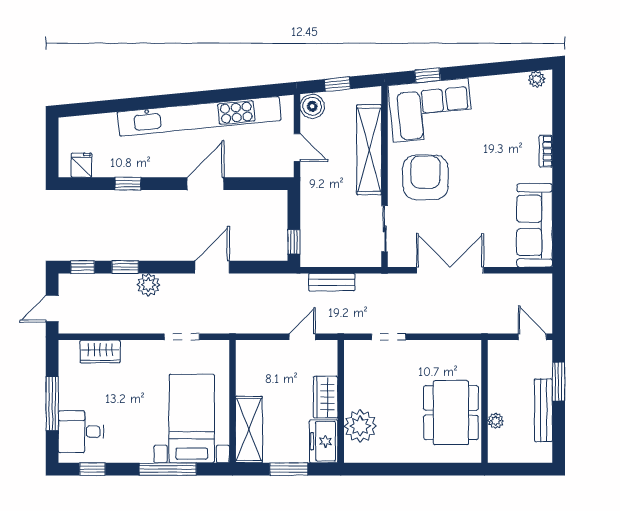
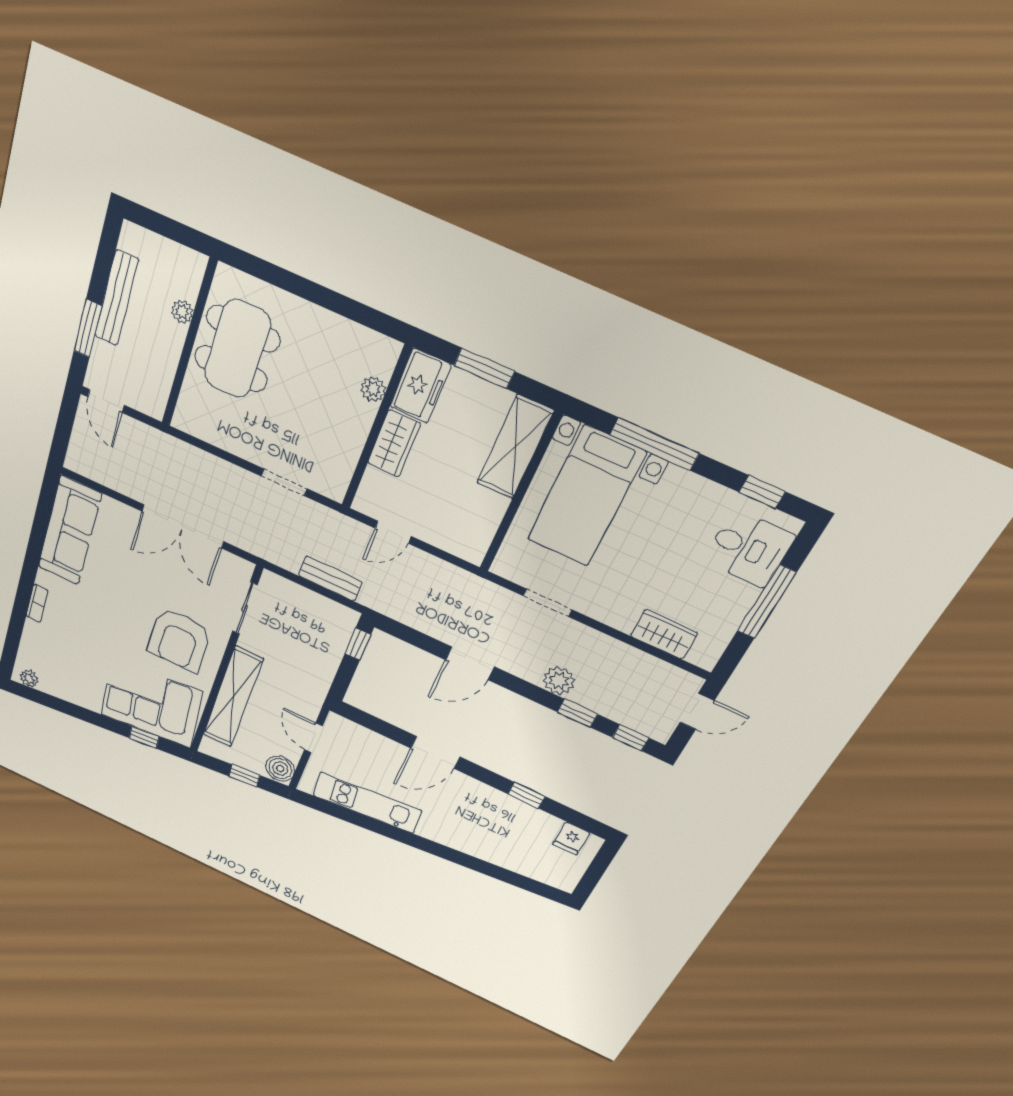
kitchen unit: (199, 116) -> (367, 803), width x0.54
plant: (360, 426) -> (373, 389), width x0.53, depth x0.53

